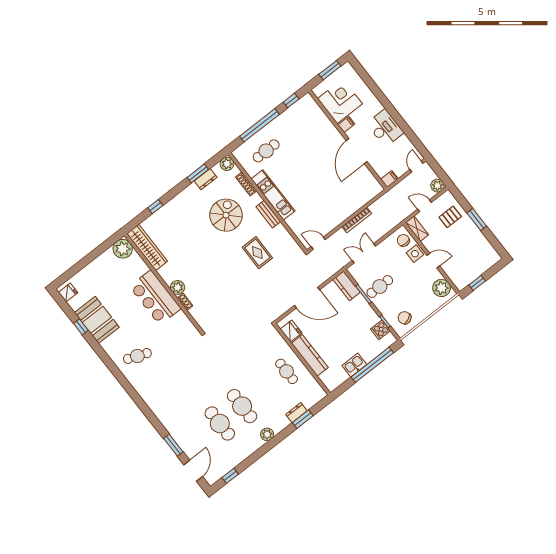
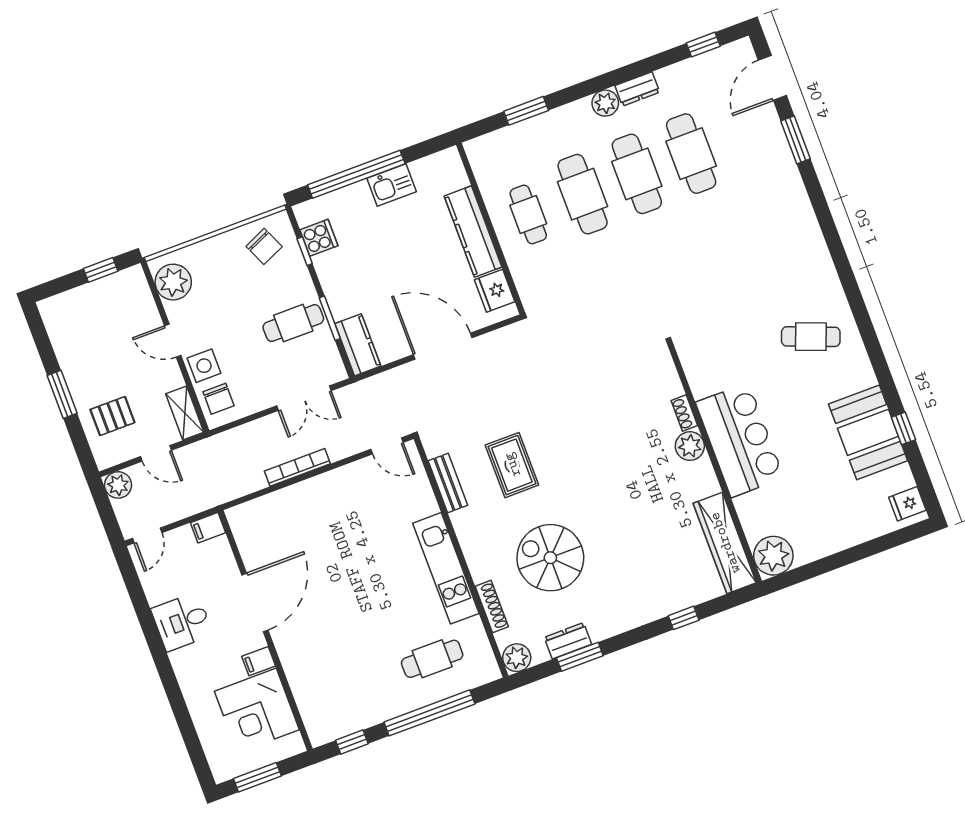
desk: (385, 128) -> (182, 622), width x0.73
bench: (268, 214) -> (448, 483), moved
spiral stairs: (226, 215) -> (550, 558), turned 90
cafe table: (264, 389) -> (583, 194), added
dresser: (296, 413) -> (637, 89), moved

